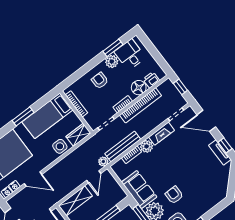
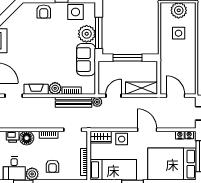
bookcase: (141, 105) -> (36, 123), removed
door: (33, 179) -> (147, 130), moved
armchair: (174, 195) -> (44, 12), moved

